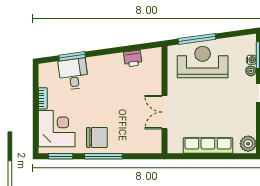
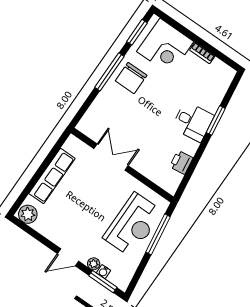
window: (72, 56) -> (216, 120), moved
desk: (73, 74) -> (193, 122), moved

